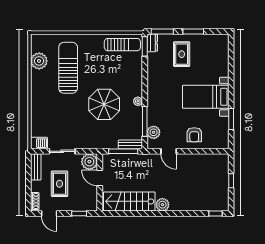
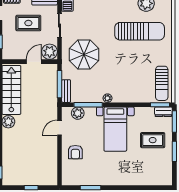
bed with nightstands: (206, 97) -> (115, 129), moved, turned 180
parasol: (104, 104) -> (84, 55), moved
armchair: (194, 135) -> (75, 152), turned -90

